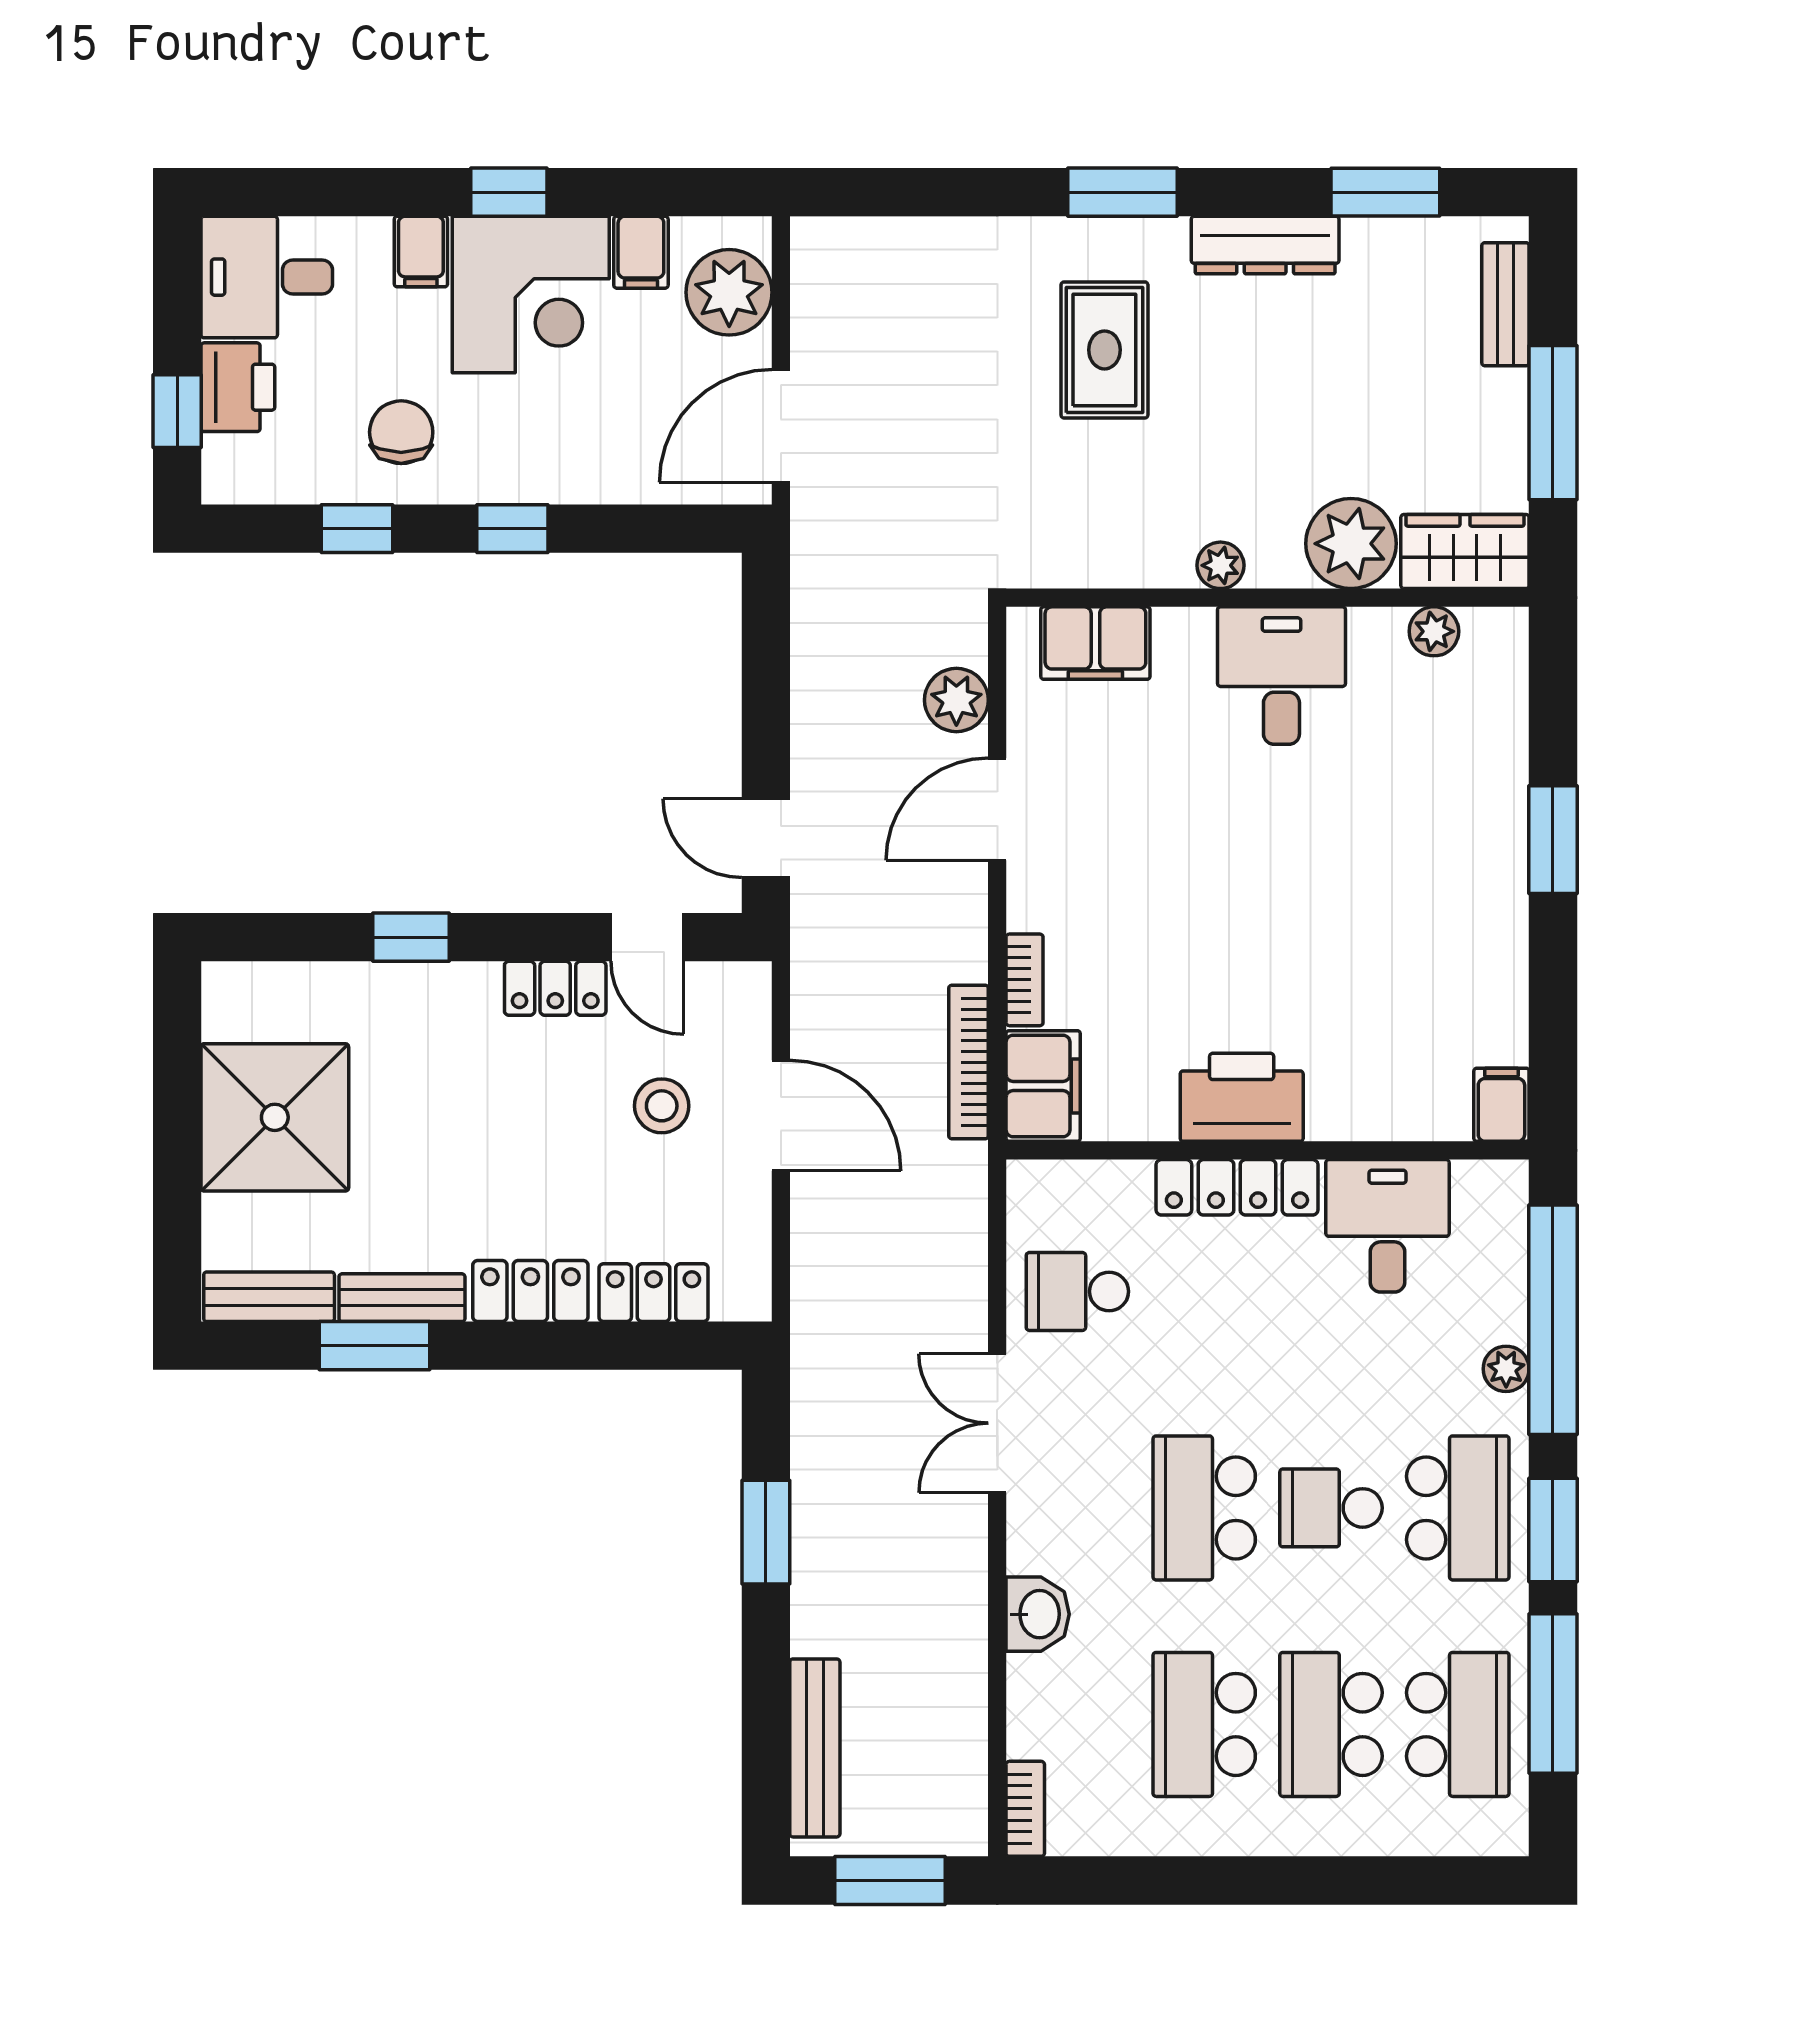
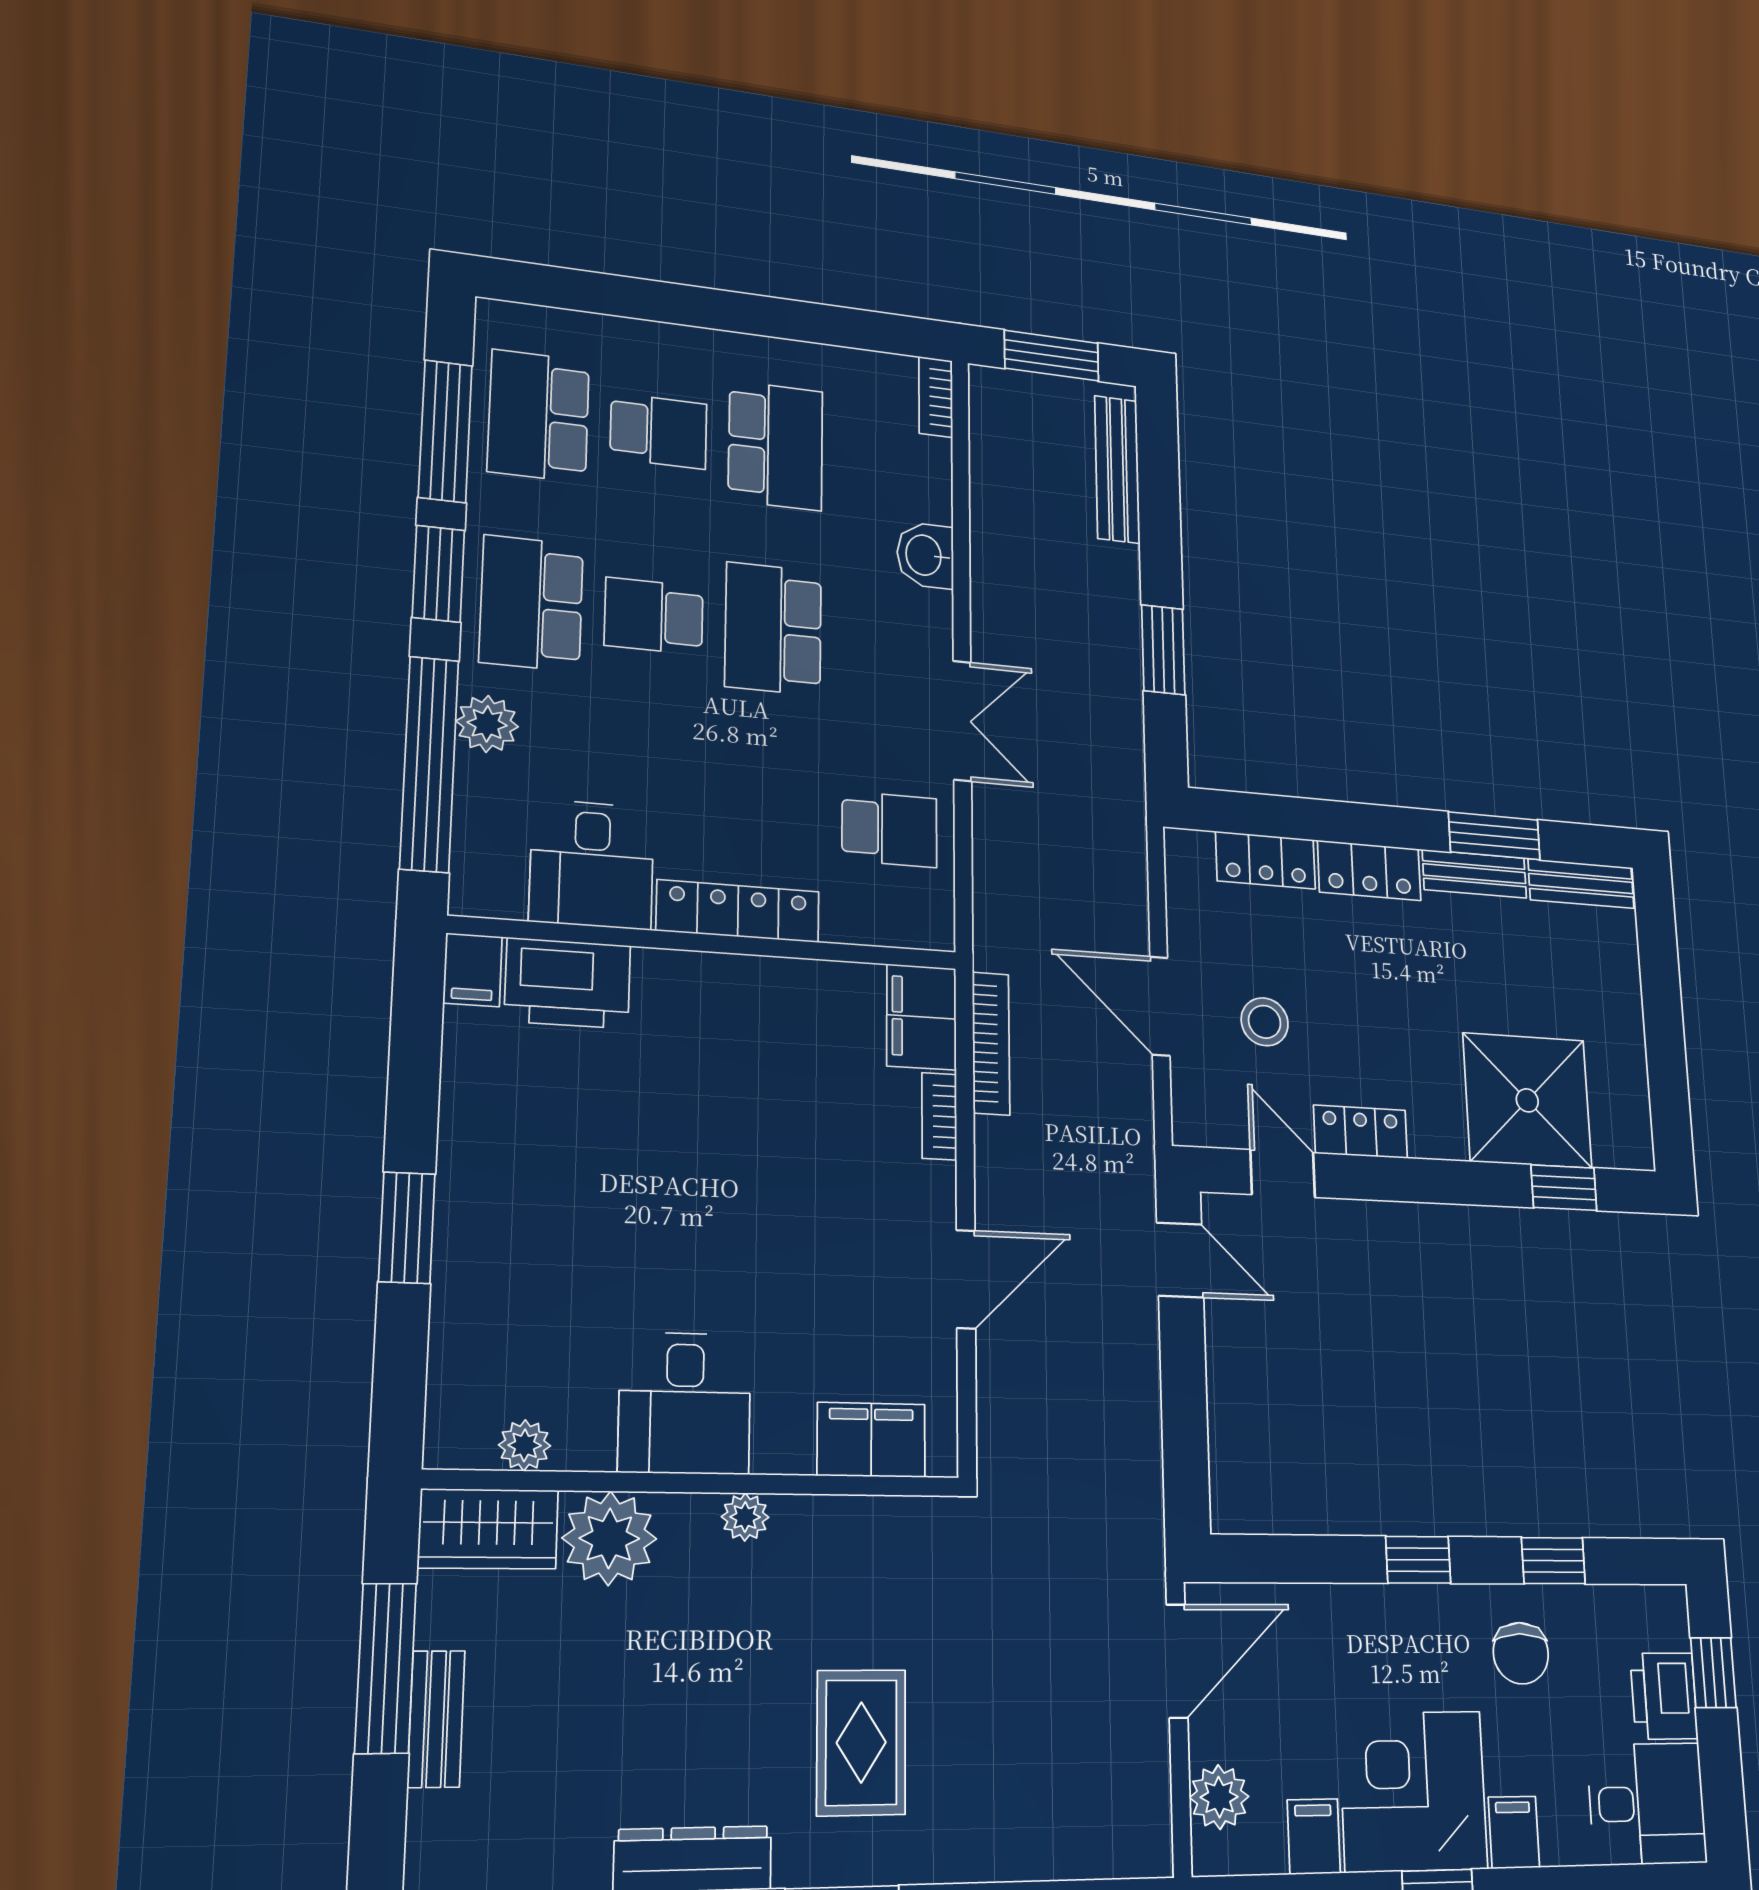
plant: (729, 292) -> (1219, 1797), width x0.73, depth x0.73
bench: (1505, 304) -> (436, 1719), moved
plant: (956, 700) -> (1006, 1386), removed
window: (411, 937) -> (1564, 1188), moved
printer: (1242, 1097) -> (568, 983), moved
shower: (275, 1117) -> (1527, 1100), moved
plant: (1506, 1369) -> (487, 724), width x1.38, depth x1.38
school desk: (1204, 1508) -> (773, 629), turned 180
school desk: (1331, 1508) -> (654, 616), turned 180
school desk: (1331, 1724) -> (659, 431), width x0.54

